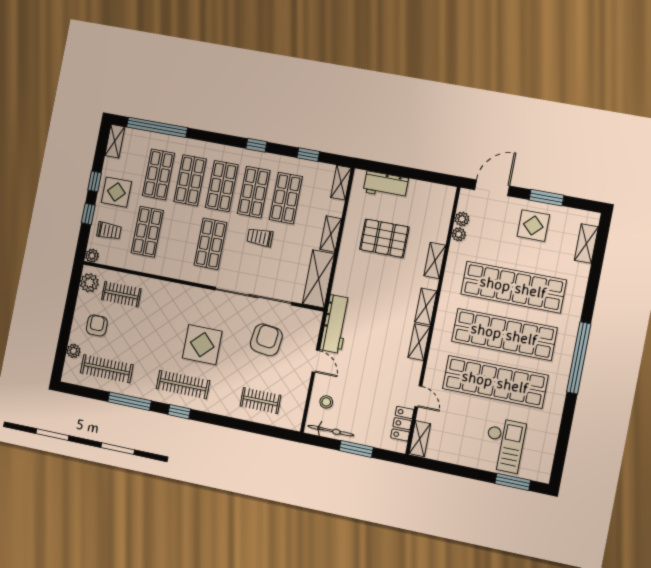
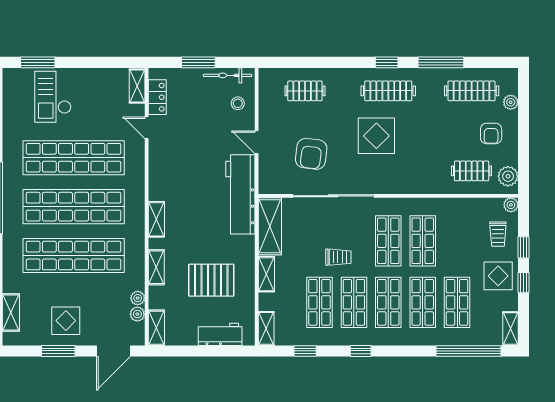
trolley: (109, 231) -> (498, 234), turned -90
shop shelf: (147, 232) -> (423, 241), moved
workbench: (335, 324) -> (240, 194), width x1.36, depth x1.32
shelving: (419, 342) -> (156, 328), moved

